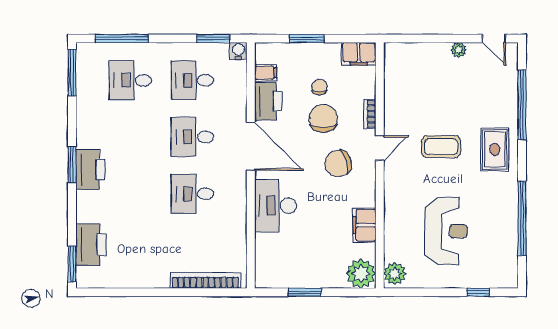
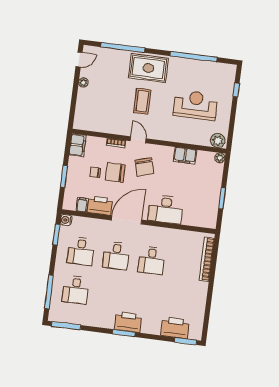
rug: (495, 149) -> (148, 68), width x1.36, depth x1.43
plant: (361, 274) -> (220, 158), width x0.53, depth x0.53

